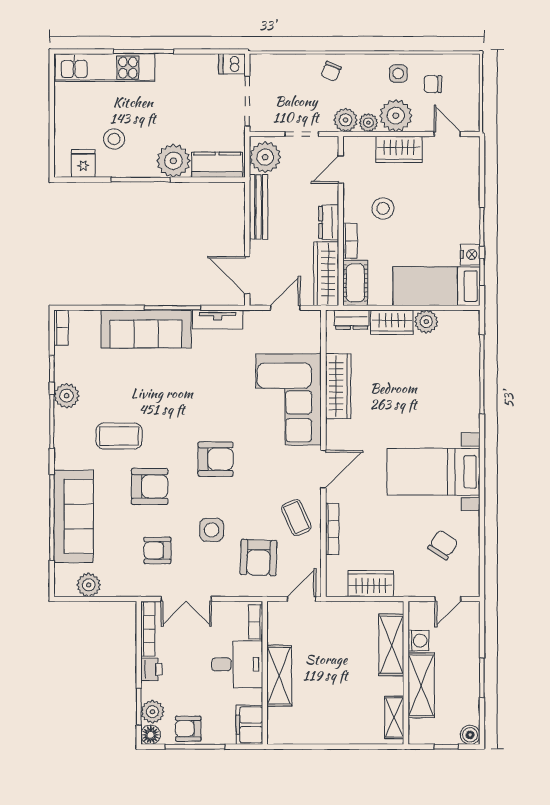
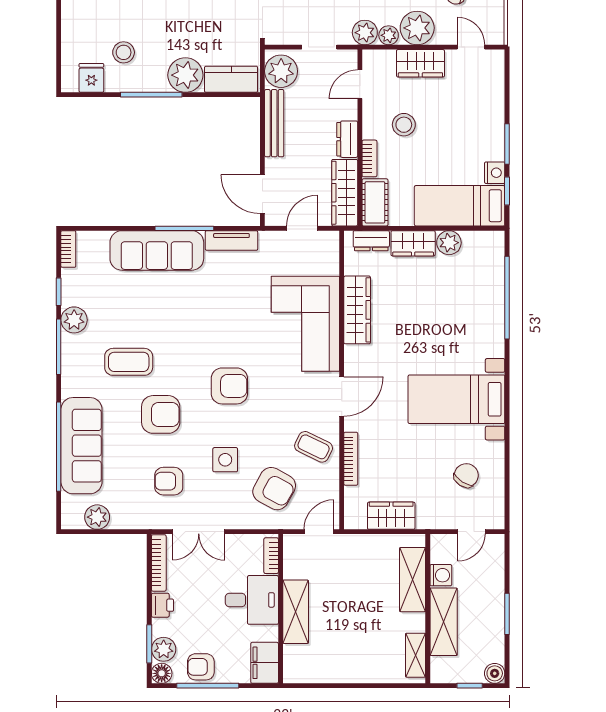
coffee table: (296, 518) -> (314, 447), turned -40
armchair: (259, 558) -> (274, 489), turned -63

